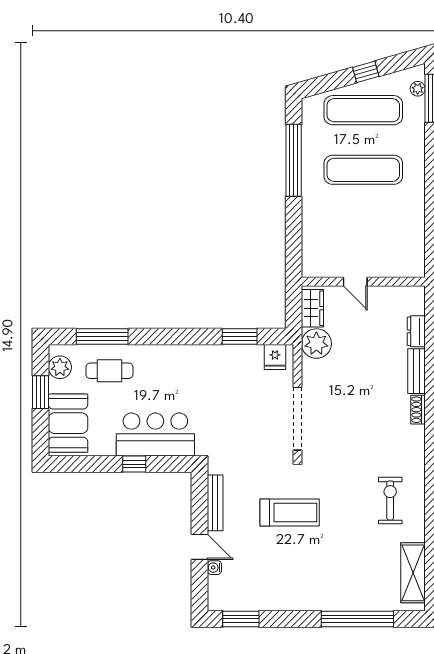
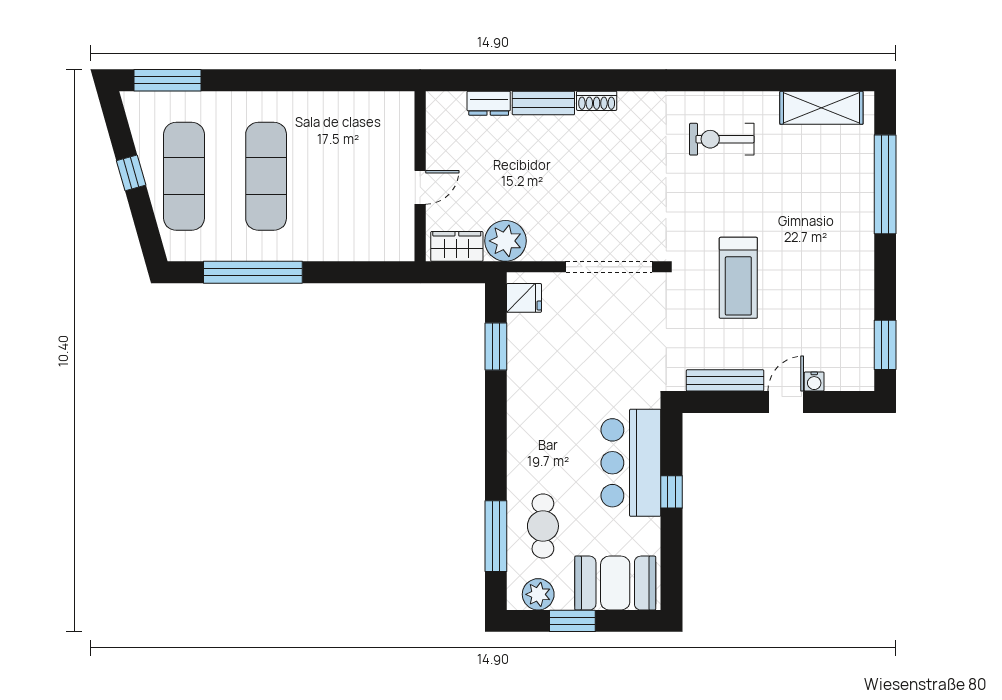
plant: (418, 89) -> (154, 101), removed
treadmill: (290, 513) -> (738, 278), turned 180

